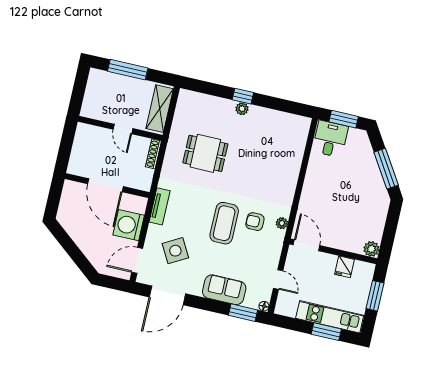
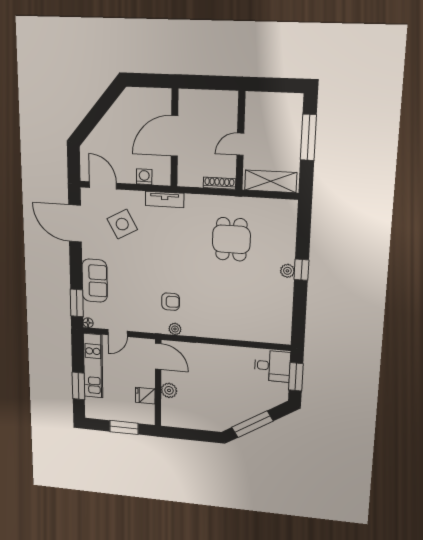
armchair: (255, 222) -> (171, 302), turned 90
coffee table: (224, 223) -> (162, 270), removed
washing machine: (129, 225) -> (144, 177), width x0.53, depth x0.53
door: (307, 245) -> (158, 356), hinge flipped
plant: (371, 249) -> (169, 390), moved
kitchen unit: (330, 317) -> (93, 366), moved

